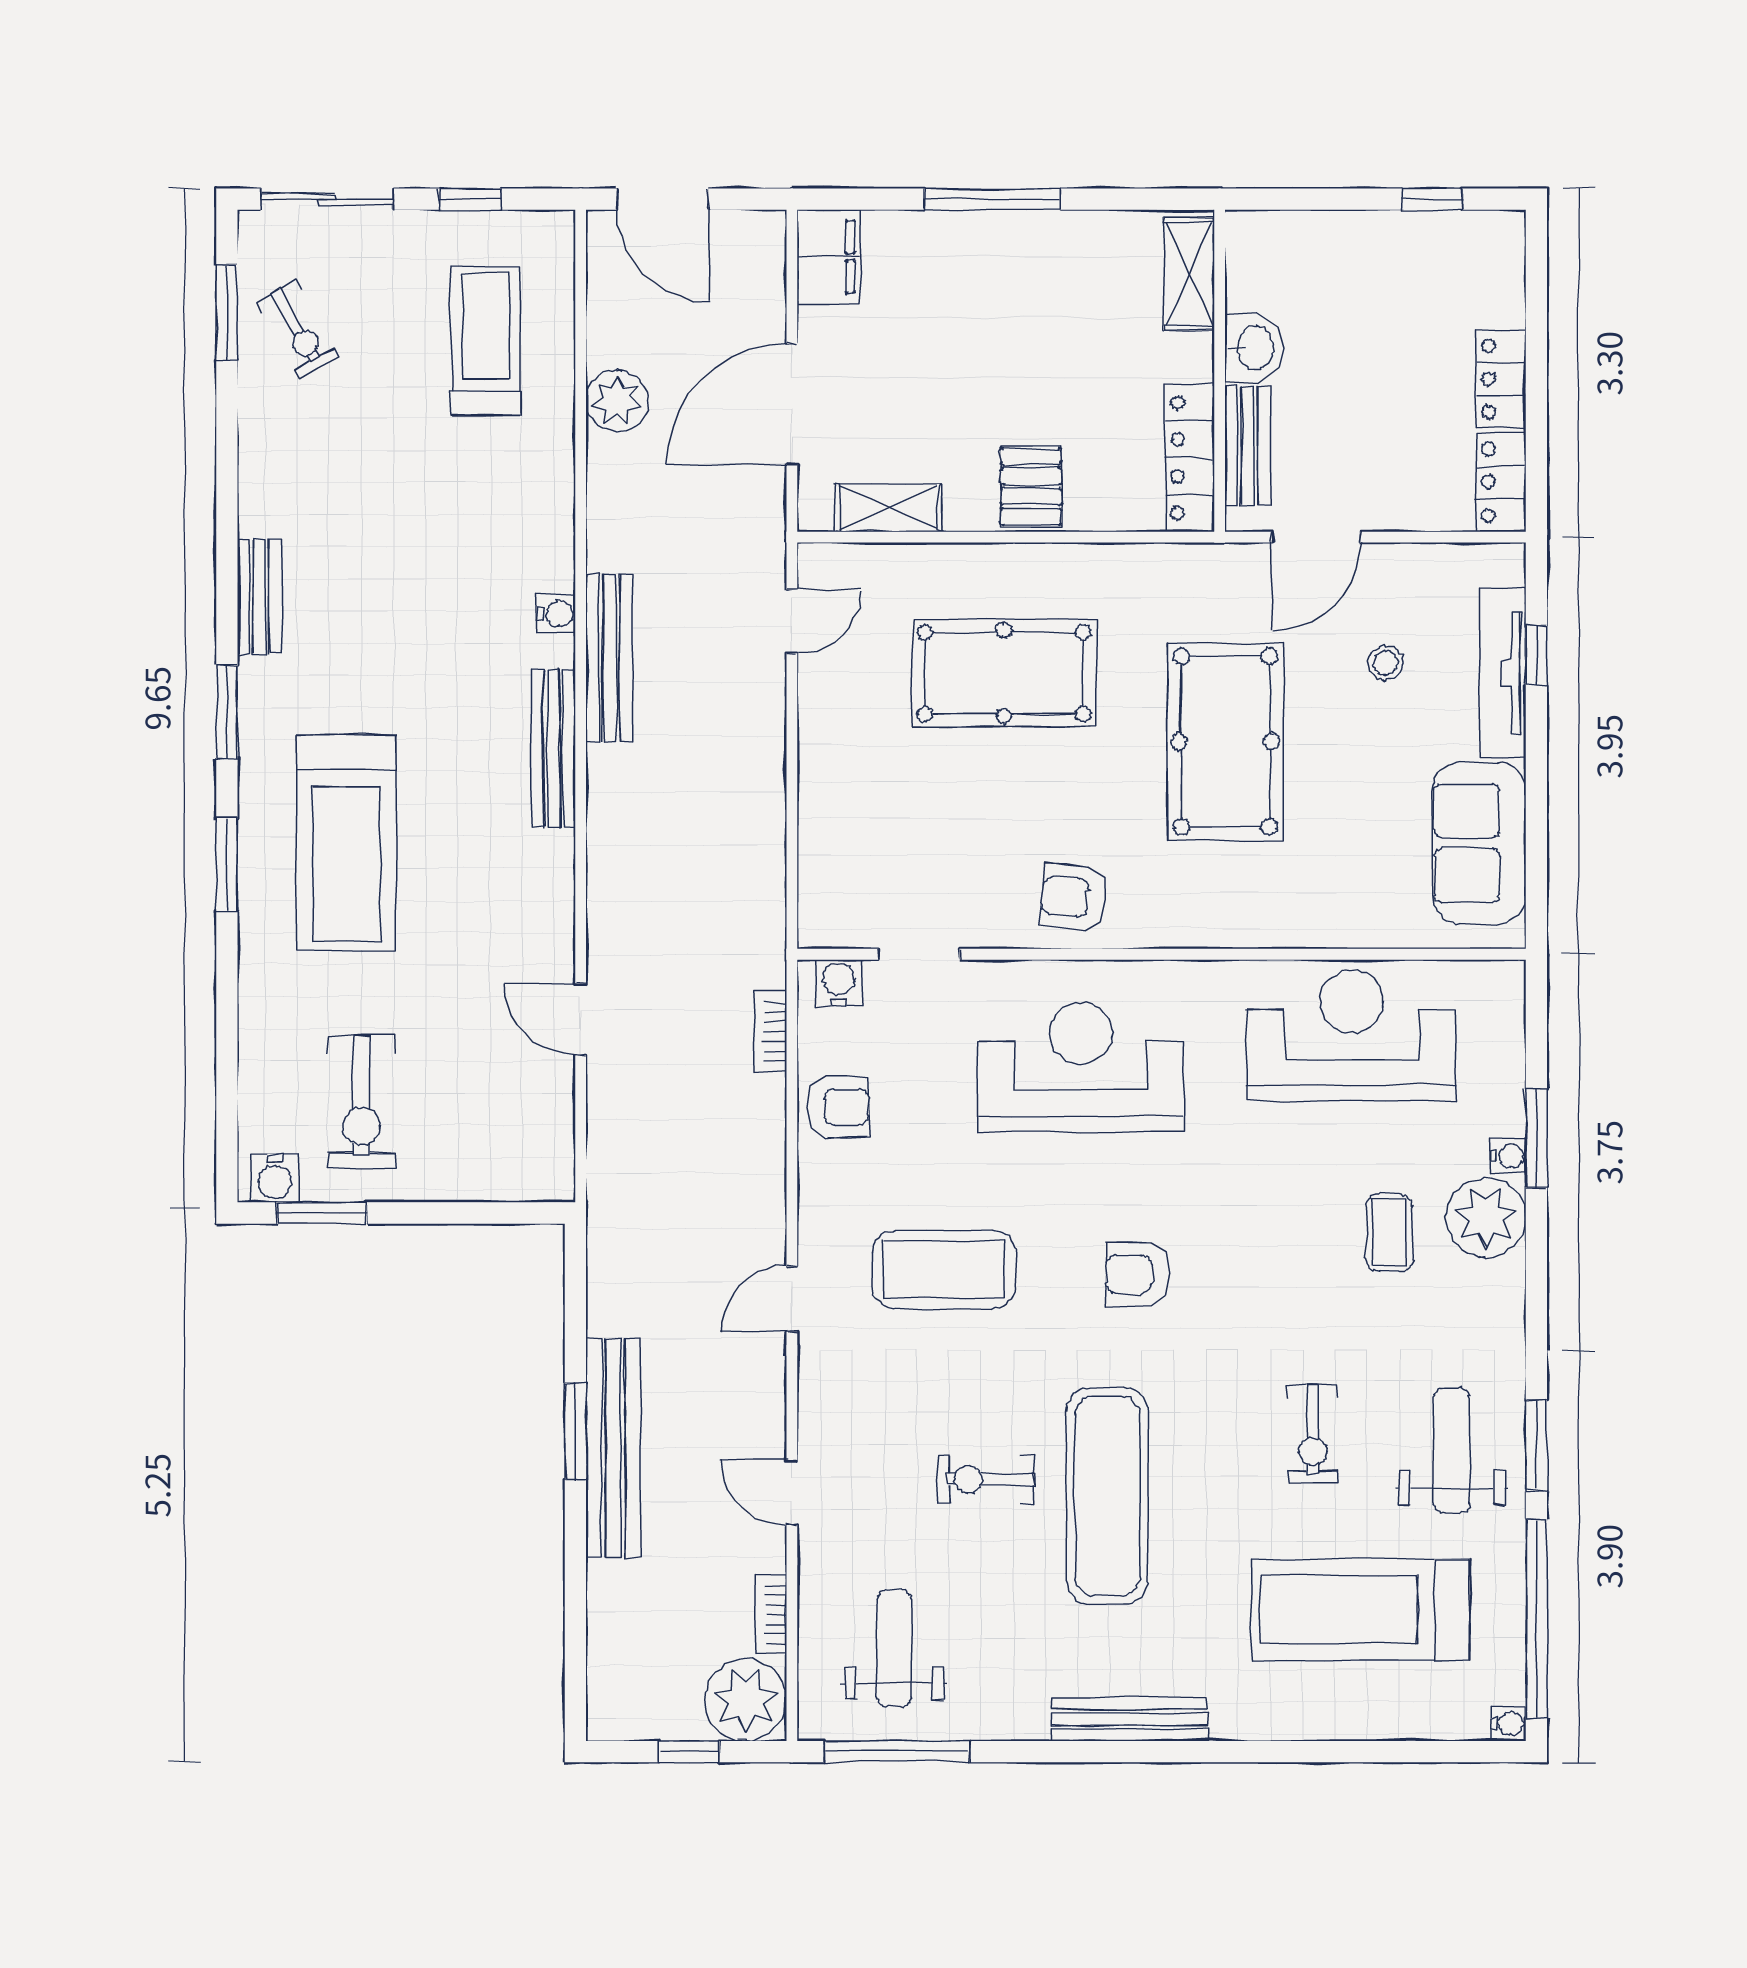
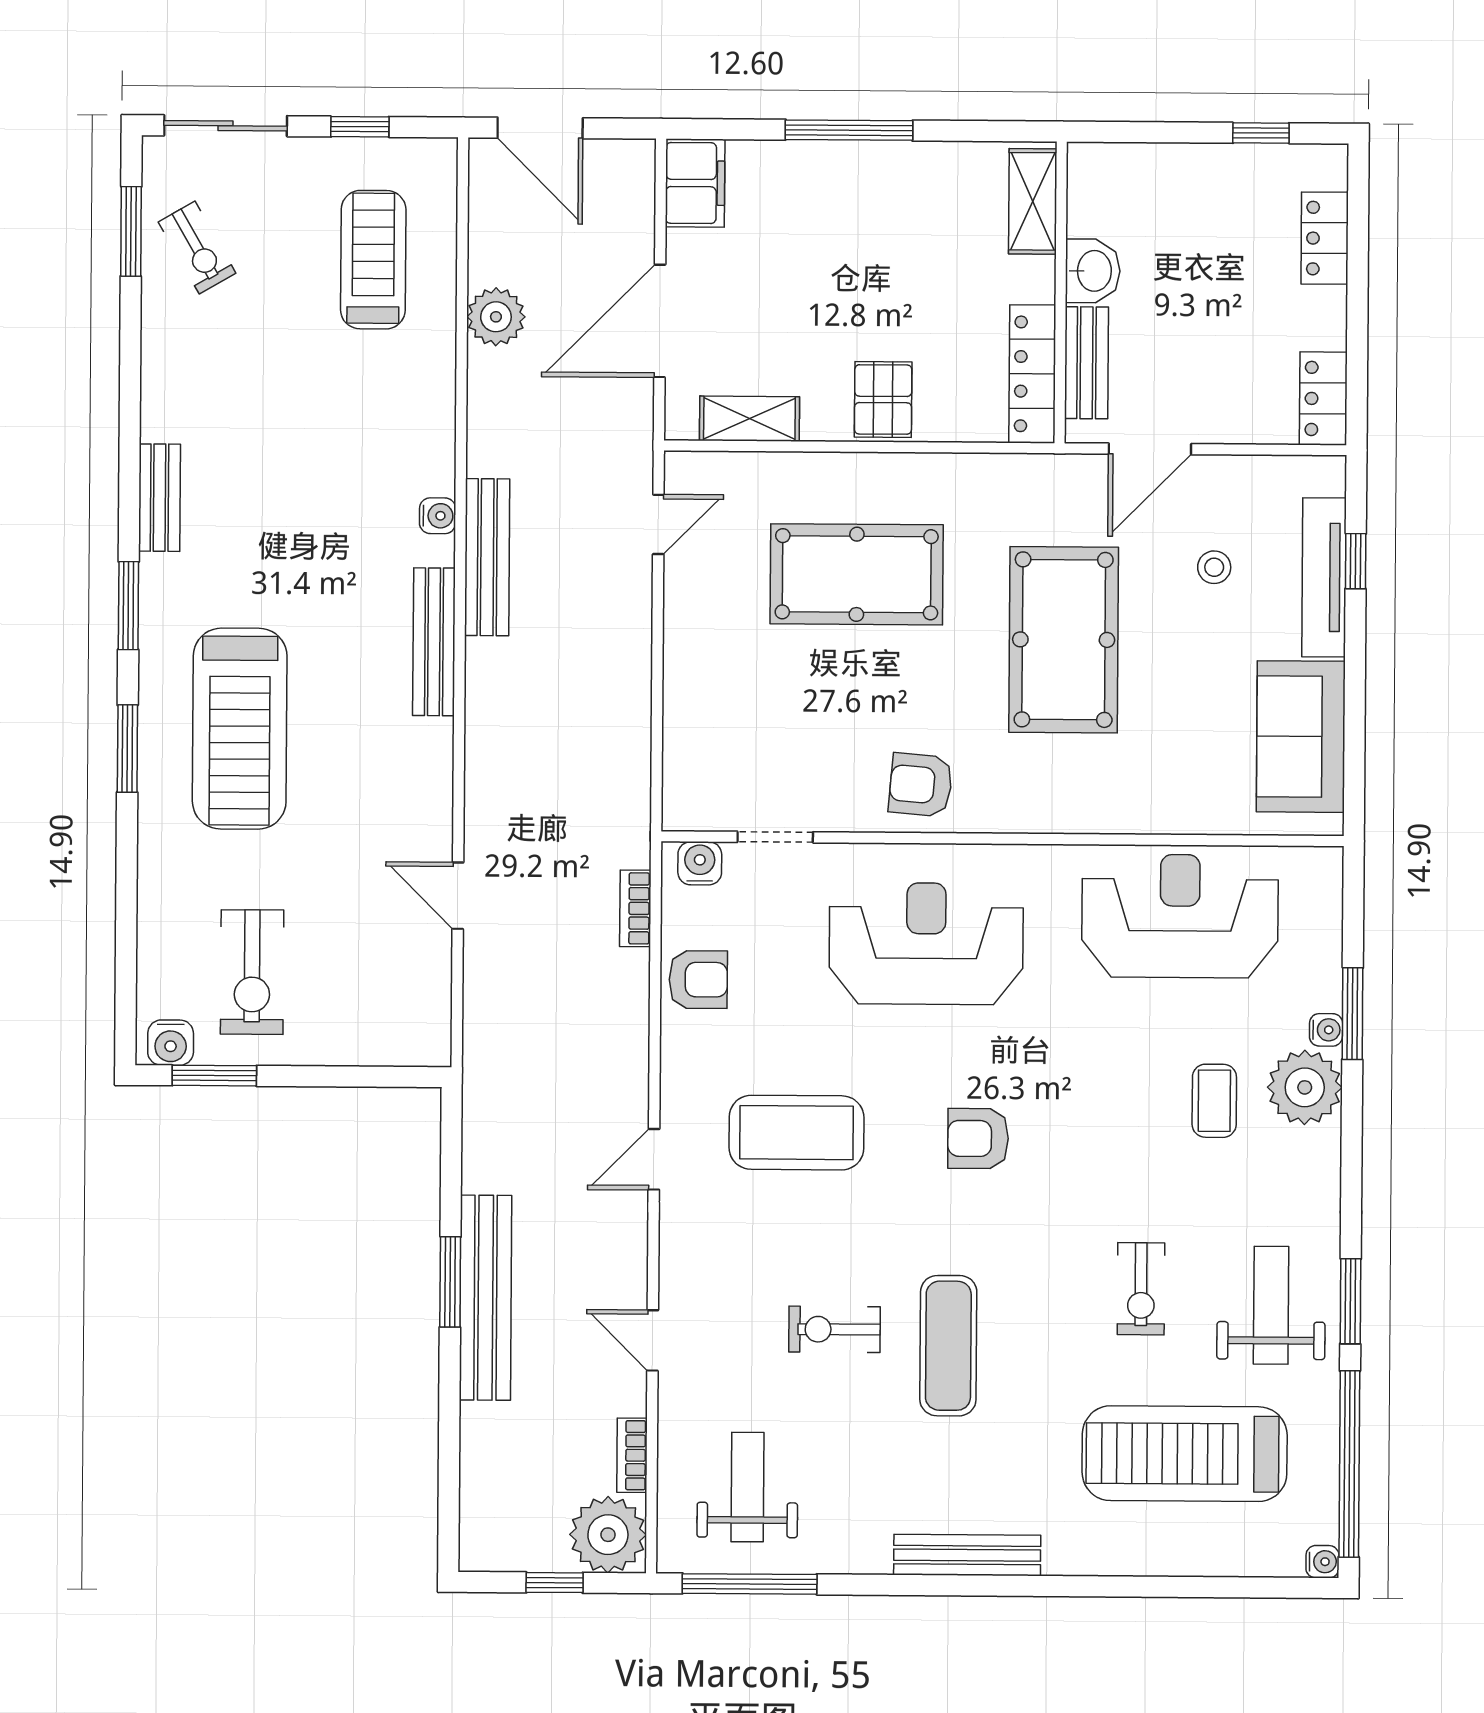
locker: (1501, 379) -> (1325, 238), moved
exercise mat: (1108, 1496) -> (948, 1346), width x0.73, depth x0.69

